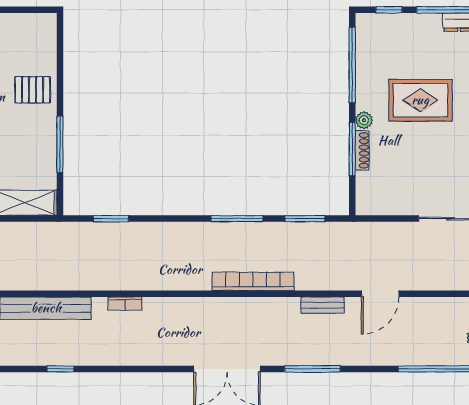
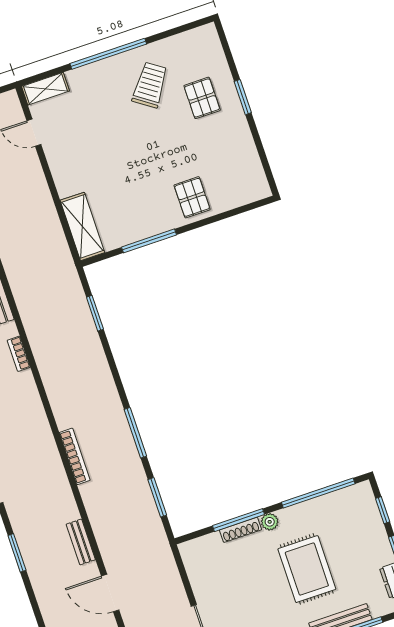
bookcase: (253, 281) -> (75, 456), width x0.68, depth x0.76
window: (312, 369) -> (17, 553), width x0.69

